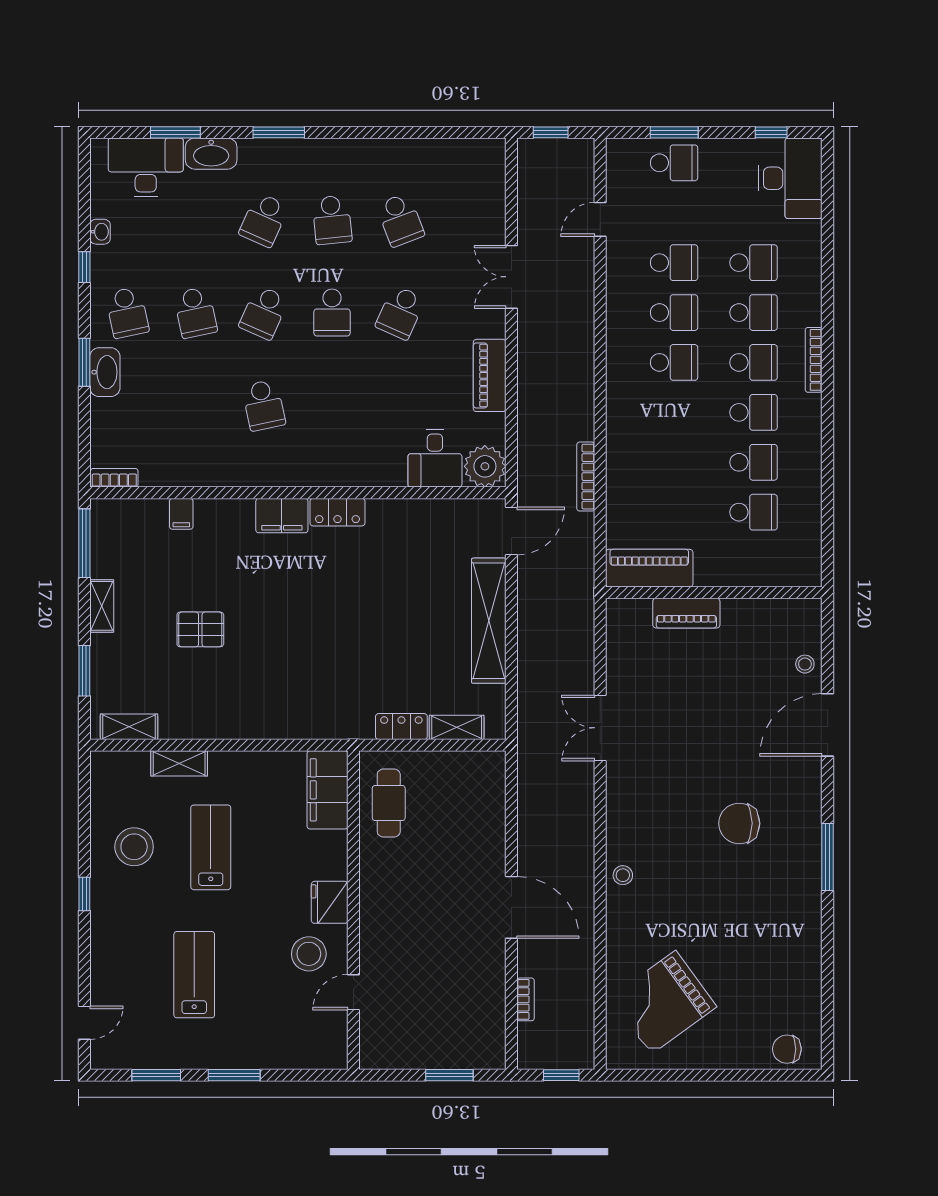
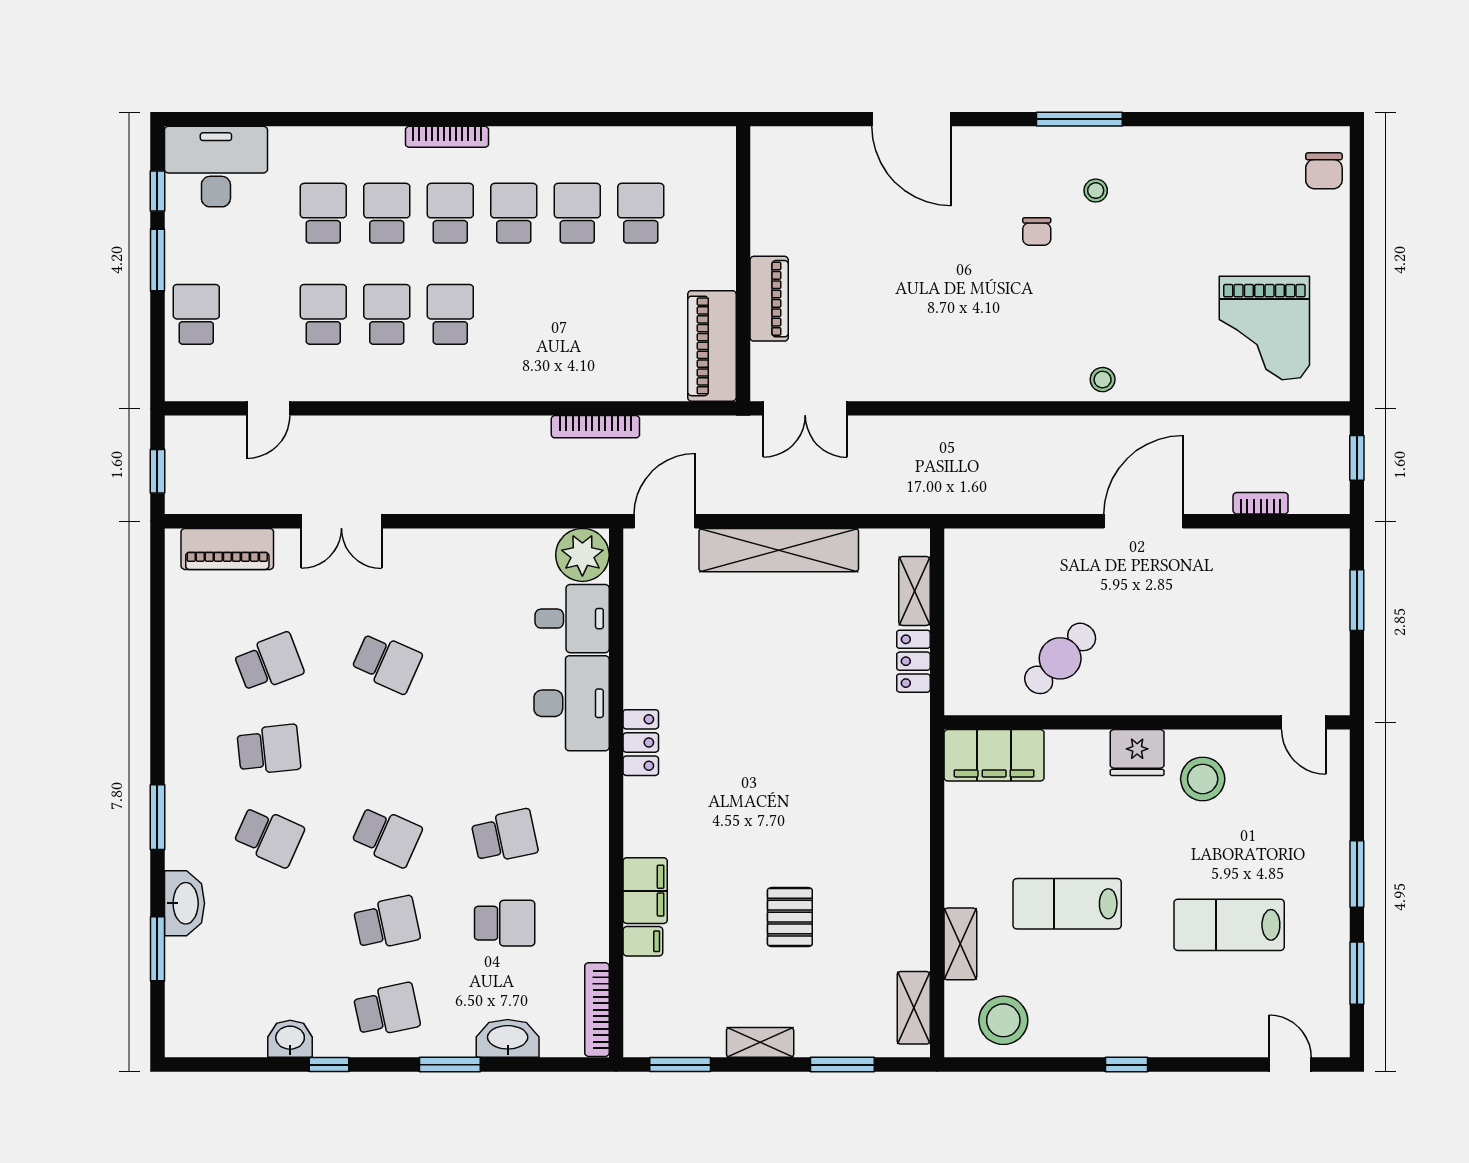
window: (674, 132) -> (157, 260), moved
desk: (146, 167) -> (572, 703), moved, turned 180
door: (600, 219) -> (268, 408), hinge flipped
washbasin: (100, 232) -> (290, 1039), width x1.38, depth x1.45
school desk: (332, 313) -> (505, 923), moved
washbasin: (105, 372) -> (508, 1038), moved
piano: (490, 375) -> (227, 549), moved
bookcase: (114, 478) -> (597, 1010), width x1.56
filing cabinet: (282, 516) -> (645, 891), moved
door: (511, 531) -> (665, 521), hinge flipped
window: (84, 543) -> (680, 1065), width x0.69
stool: (805, 664) -> (1096, 191), moved
double door: (600, 728) -> (805, 408), moved
cafe table: (389, 803) -> (1060, 658), moved, turned -45
chair: (739, 823) -> (1037, 231), width x0.54, depth x0.54
stool: (134, 847) -> (1003, 1020), moved
door: (353, 992) -> (1304, 722), moved
grand piano: (663, 1002) -> (1264, 328), turned 36

